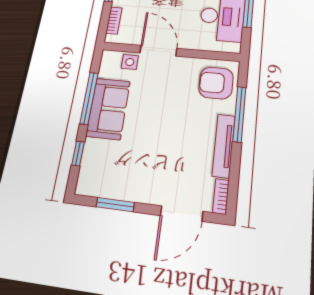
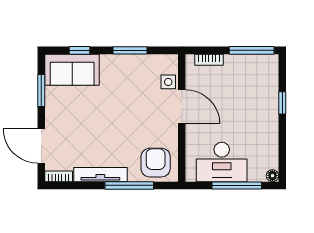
door: (158, 51) -> (182, 107), hinge flipped
window: (89, 98) -> (130, 50), width x0.69
sofa: (108, 109) -> (72, 70), moved

